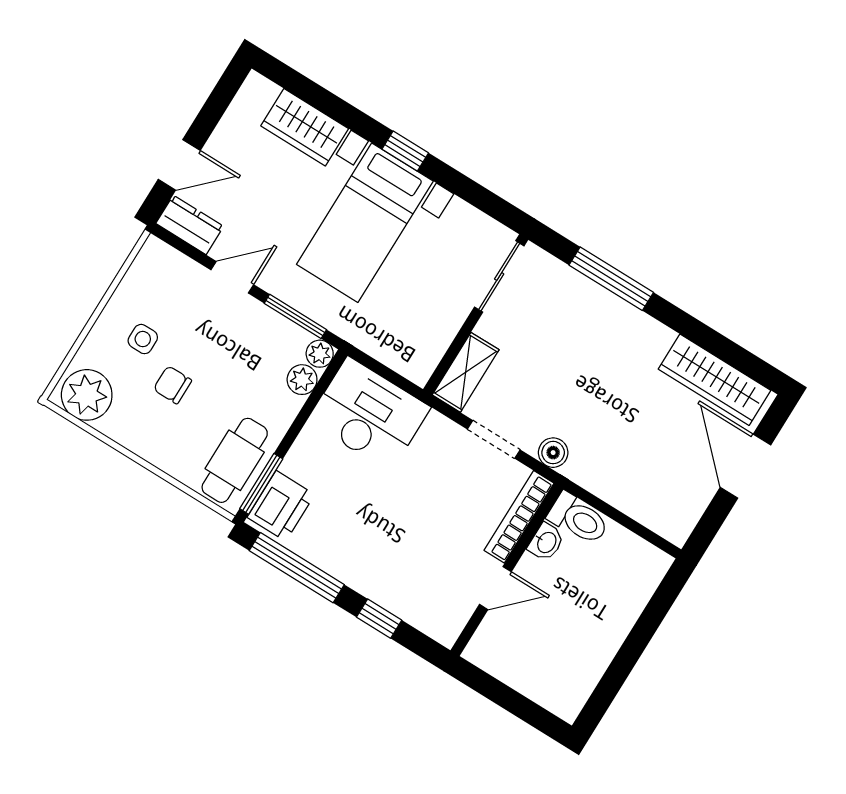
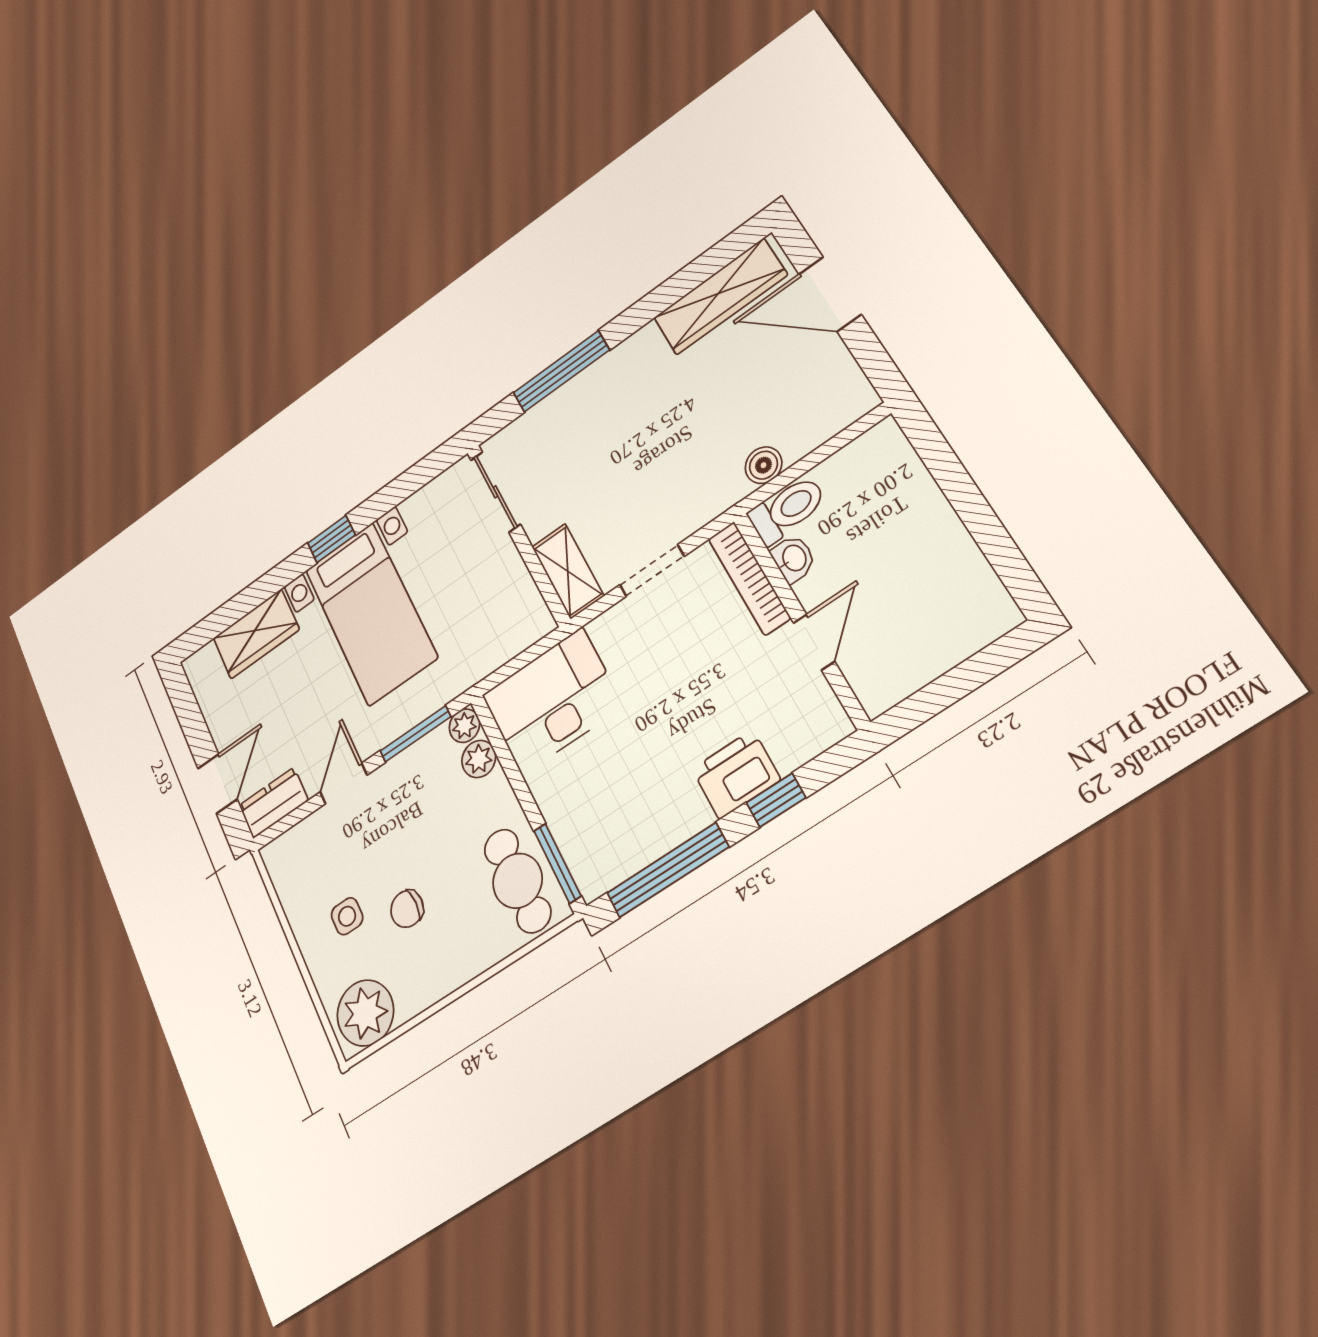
boiler: (553, 453) -> (763, 465), moved
printer: (281, 506) -> (736, 774), moved, turned -90

